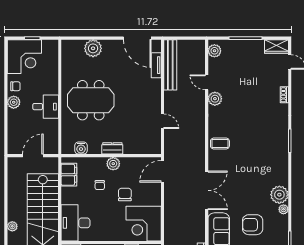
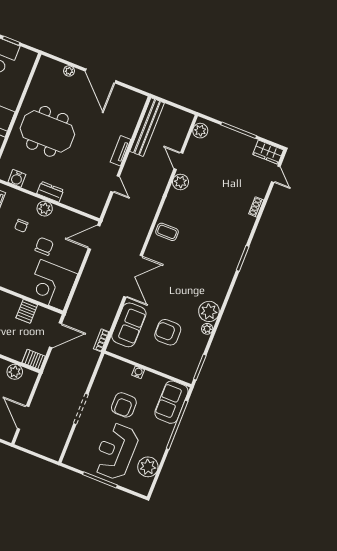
door: (137, 38) -> (101, 76), moved
plant: (93, 48) -> (69, 71), width x0.53, depth x0.53
tv unit: (156, 65) -> (120, 151), moved

